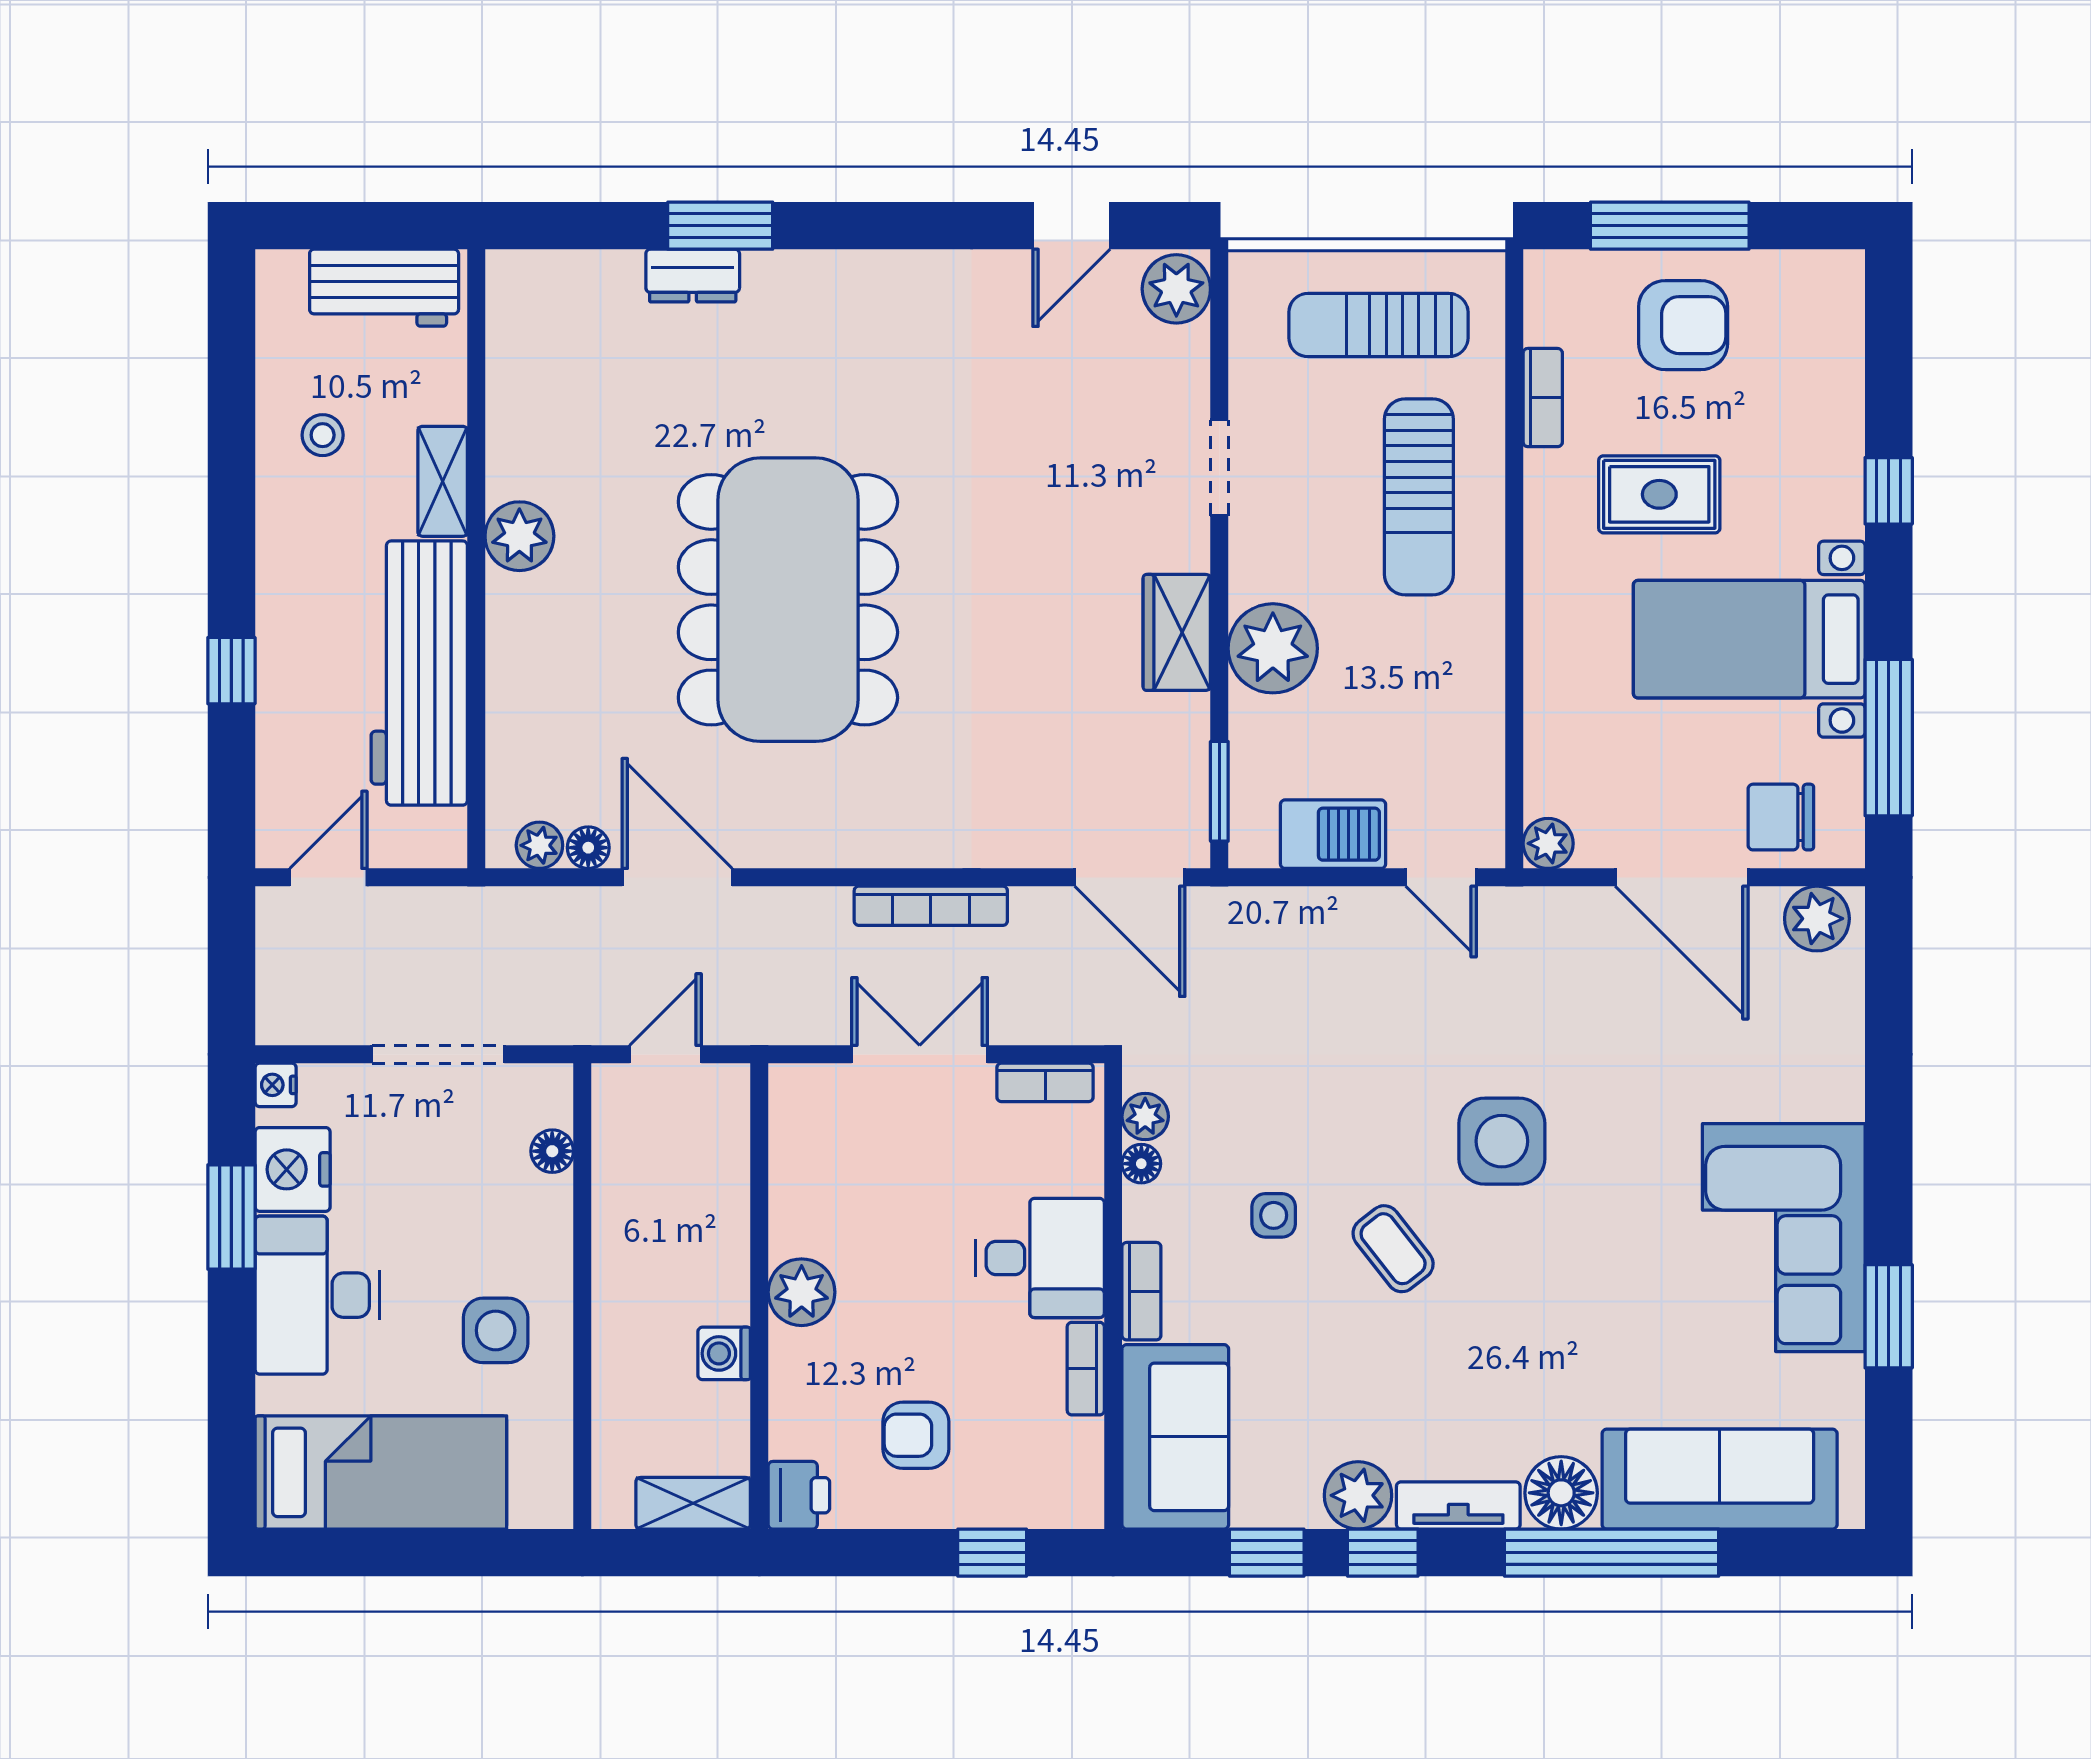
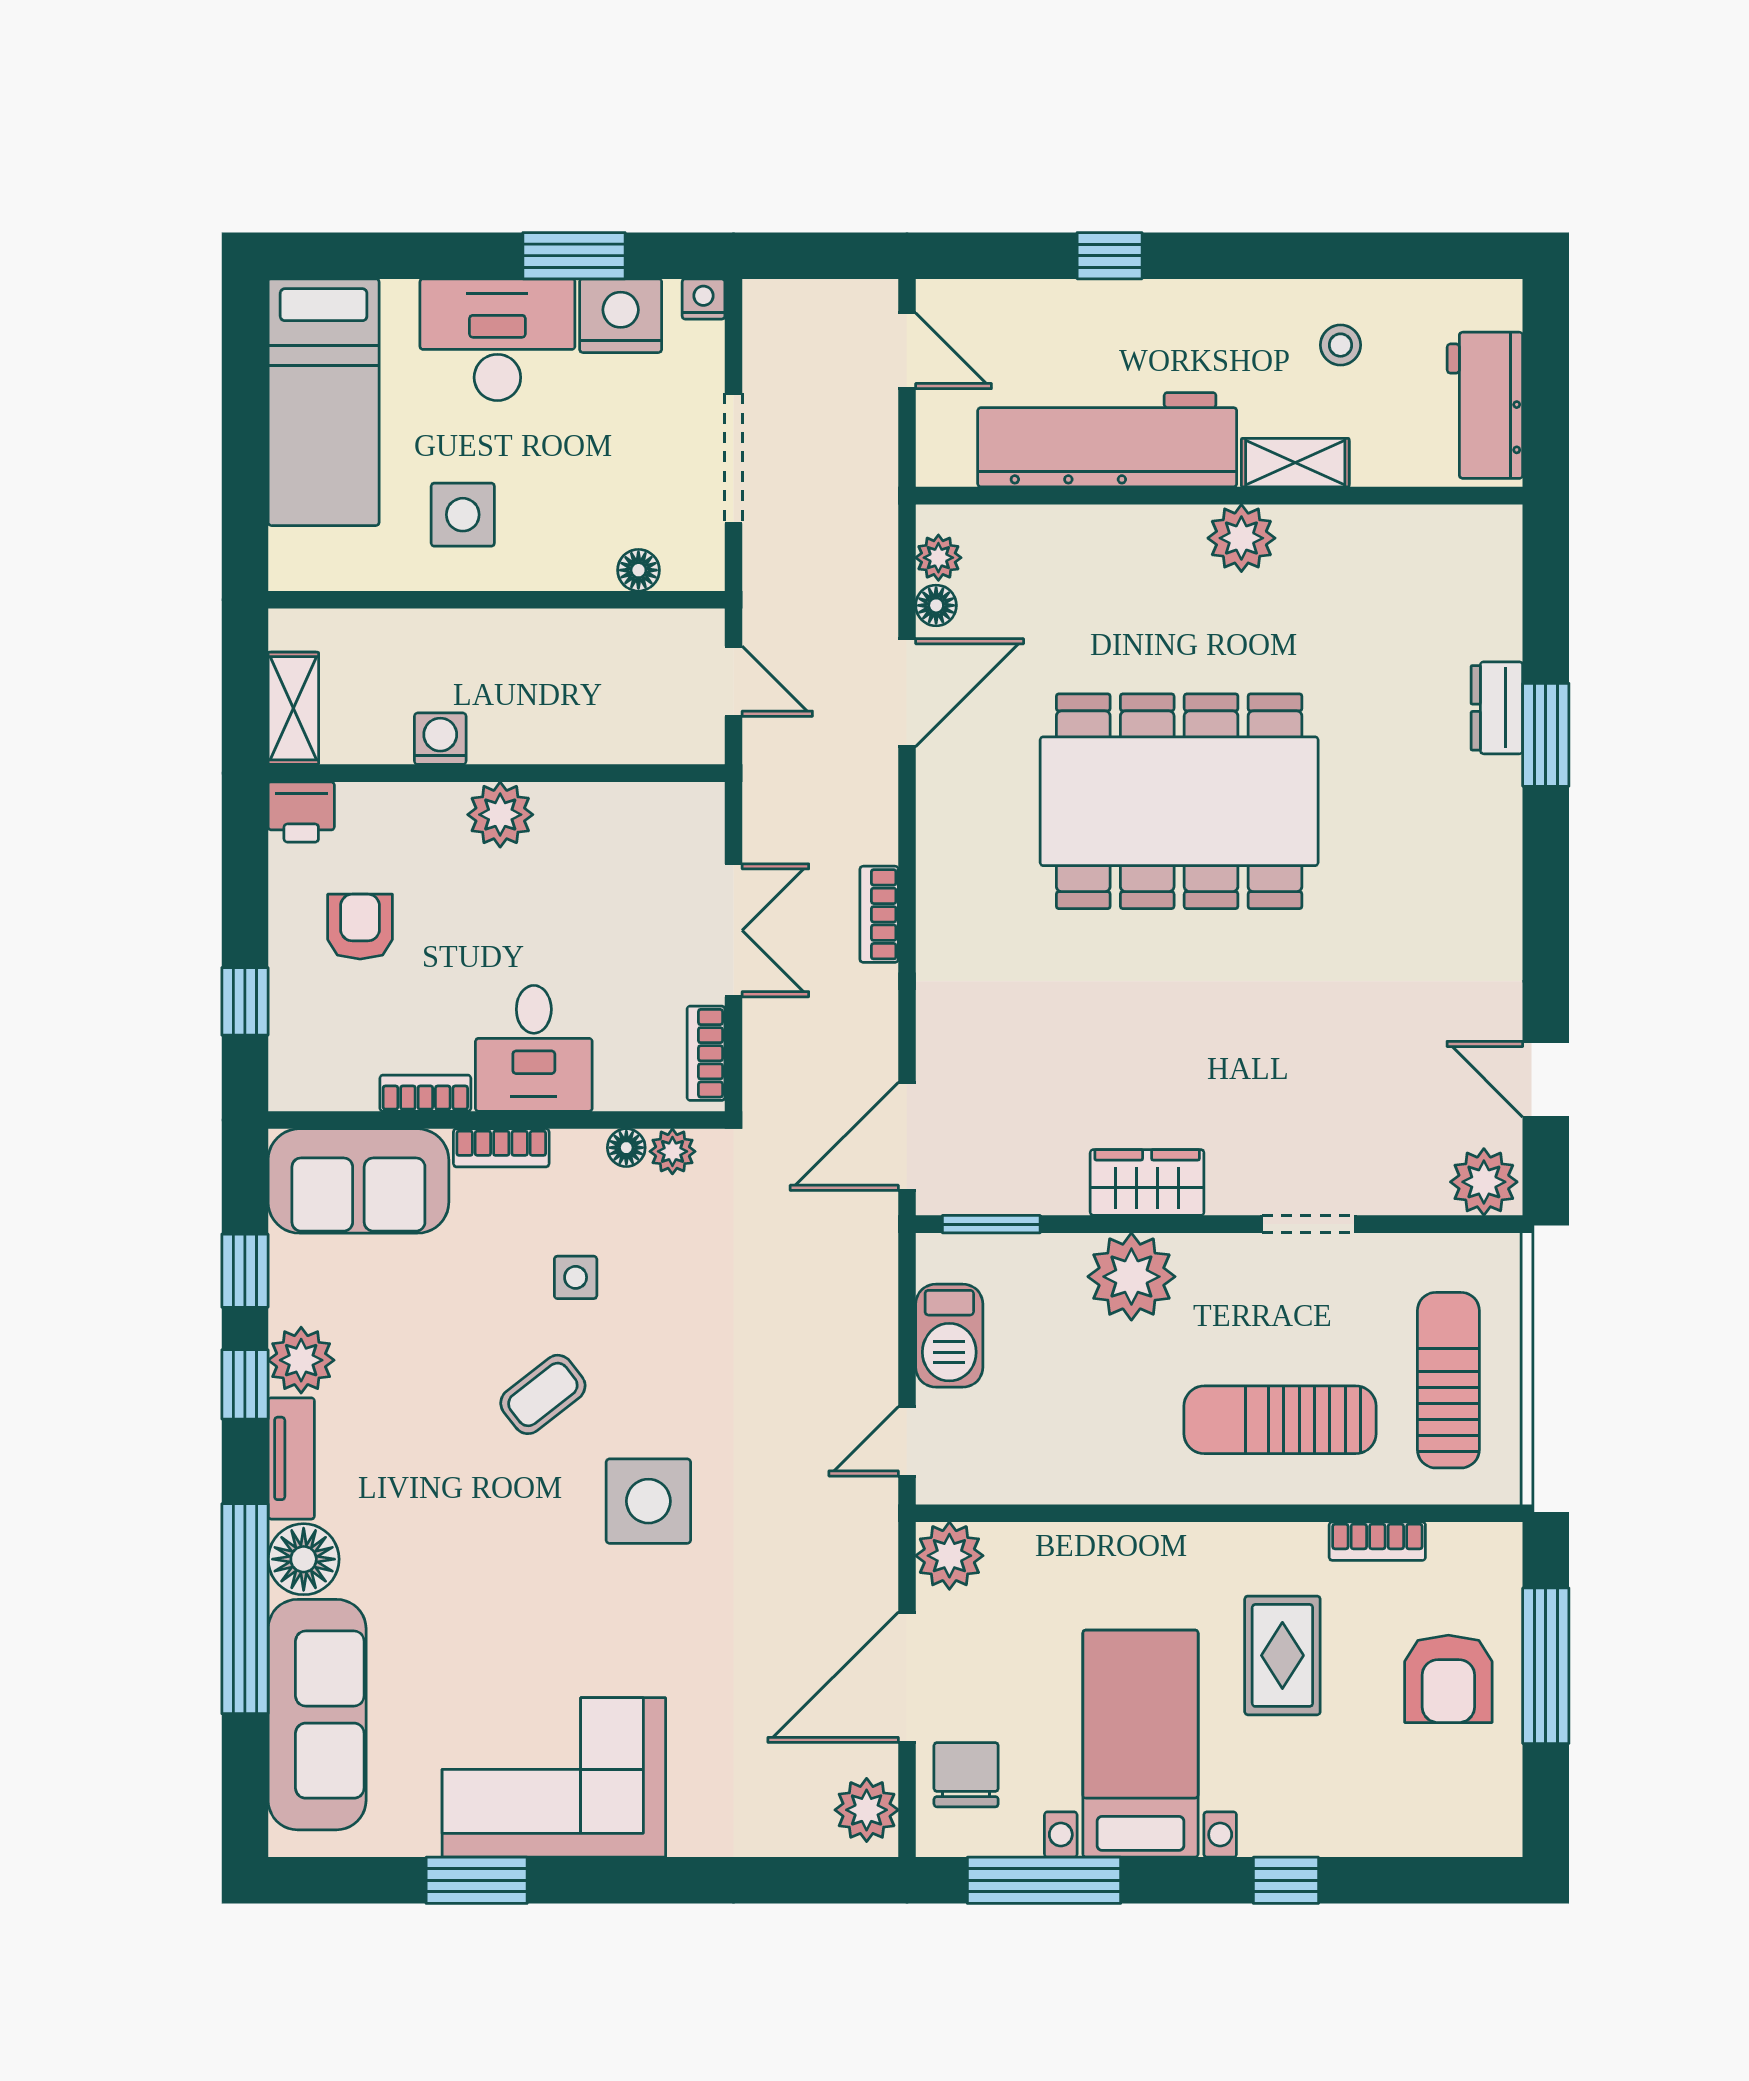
plant: (1548, 843) -> (949, 1556), width x1.38, depth x1.38
bookcase: (931, 906) -> (879, 914), width x0.64

